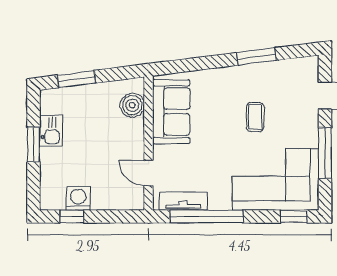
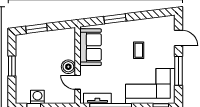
window: (256, 57) -> (115, 19), moved
boiler: (132, 105) -> (68, 67), moved
kitchen sink: (51, 131) -> (22, 58), removed

